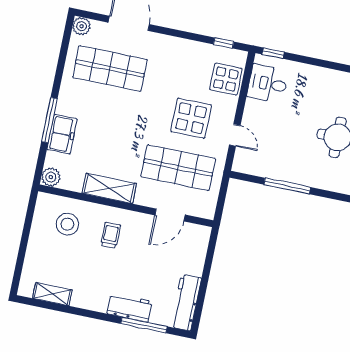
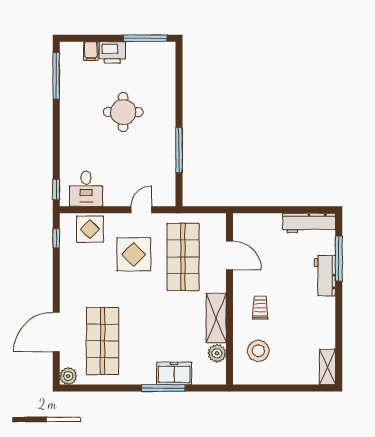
plant: (51, 177) -> (217, 353), moved
trolley: (111, 235) -> (260, 308), turned 90
shelving: (52, 294) -> (327, 367), moved

